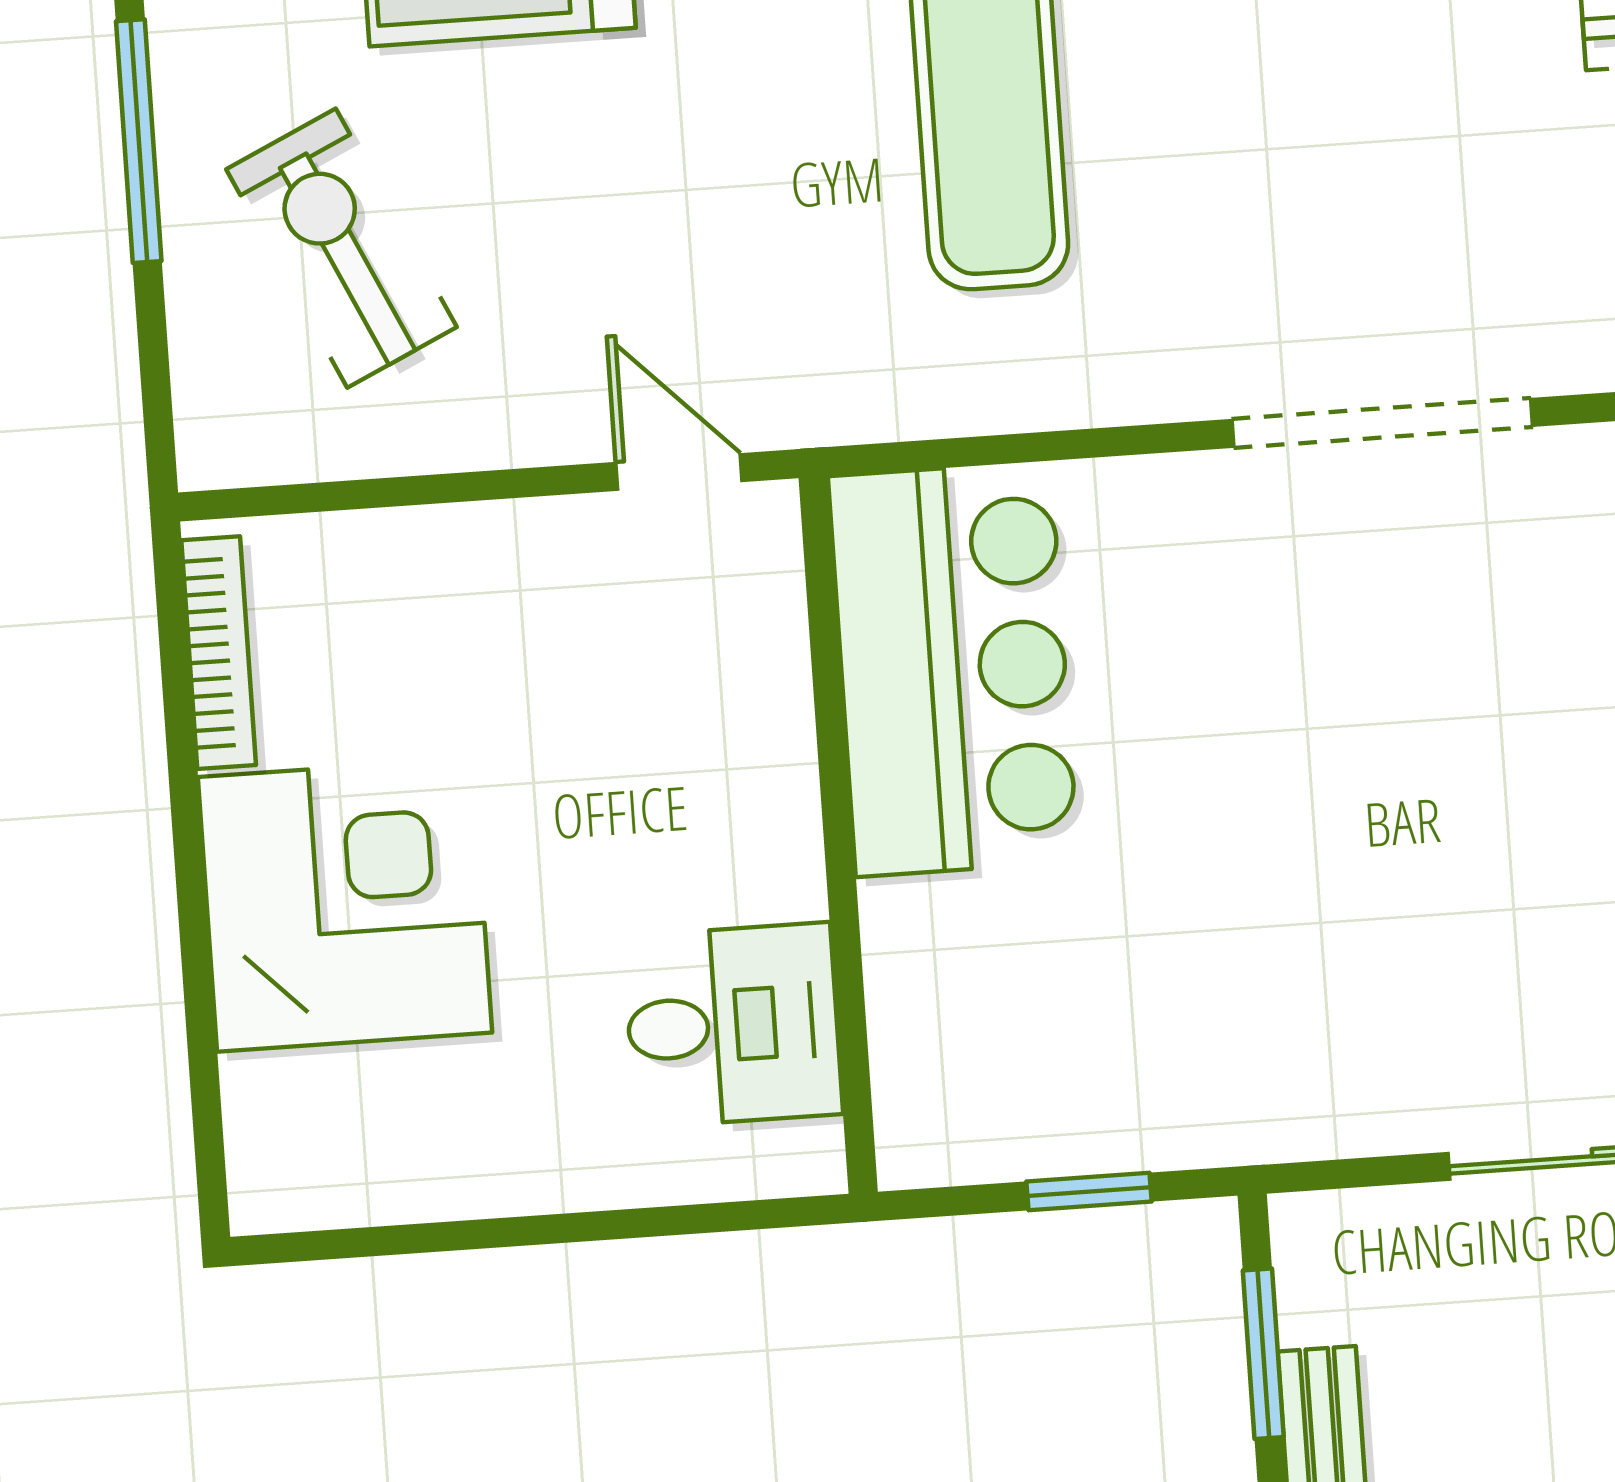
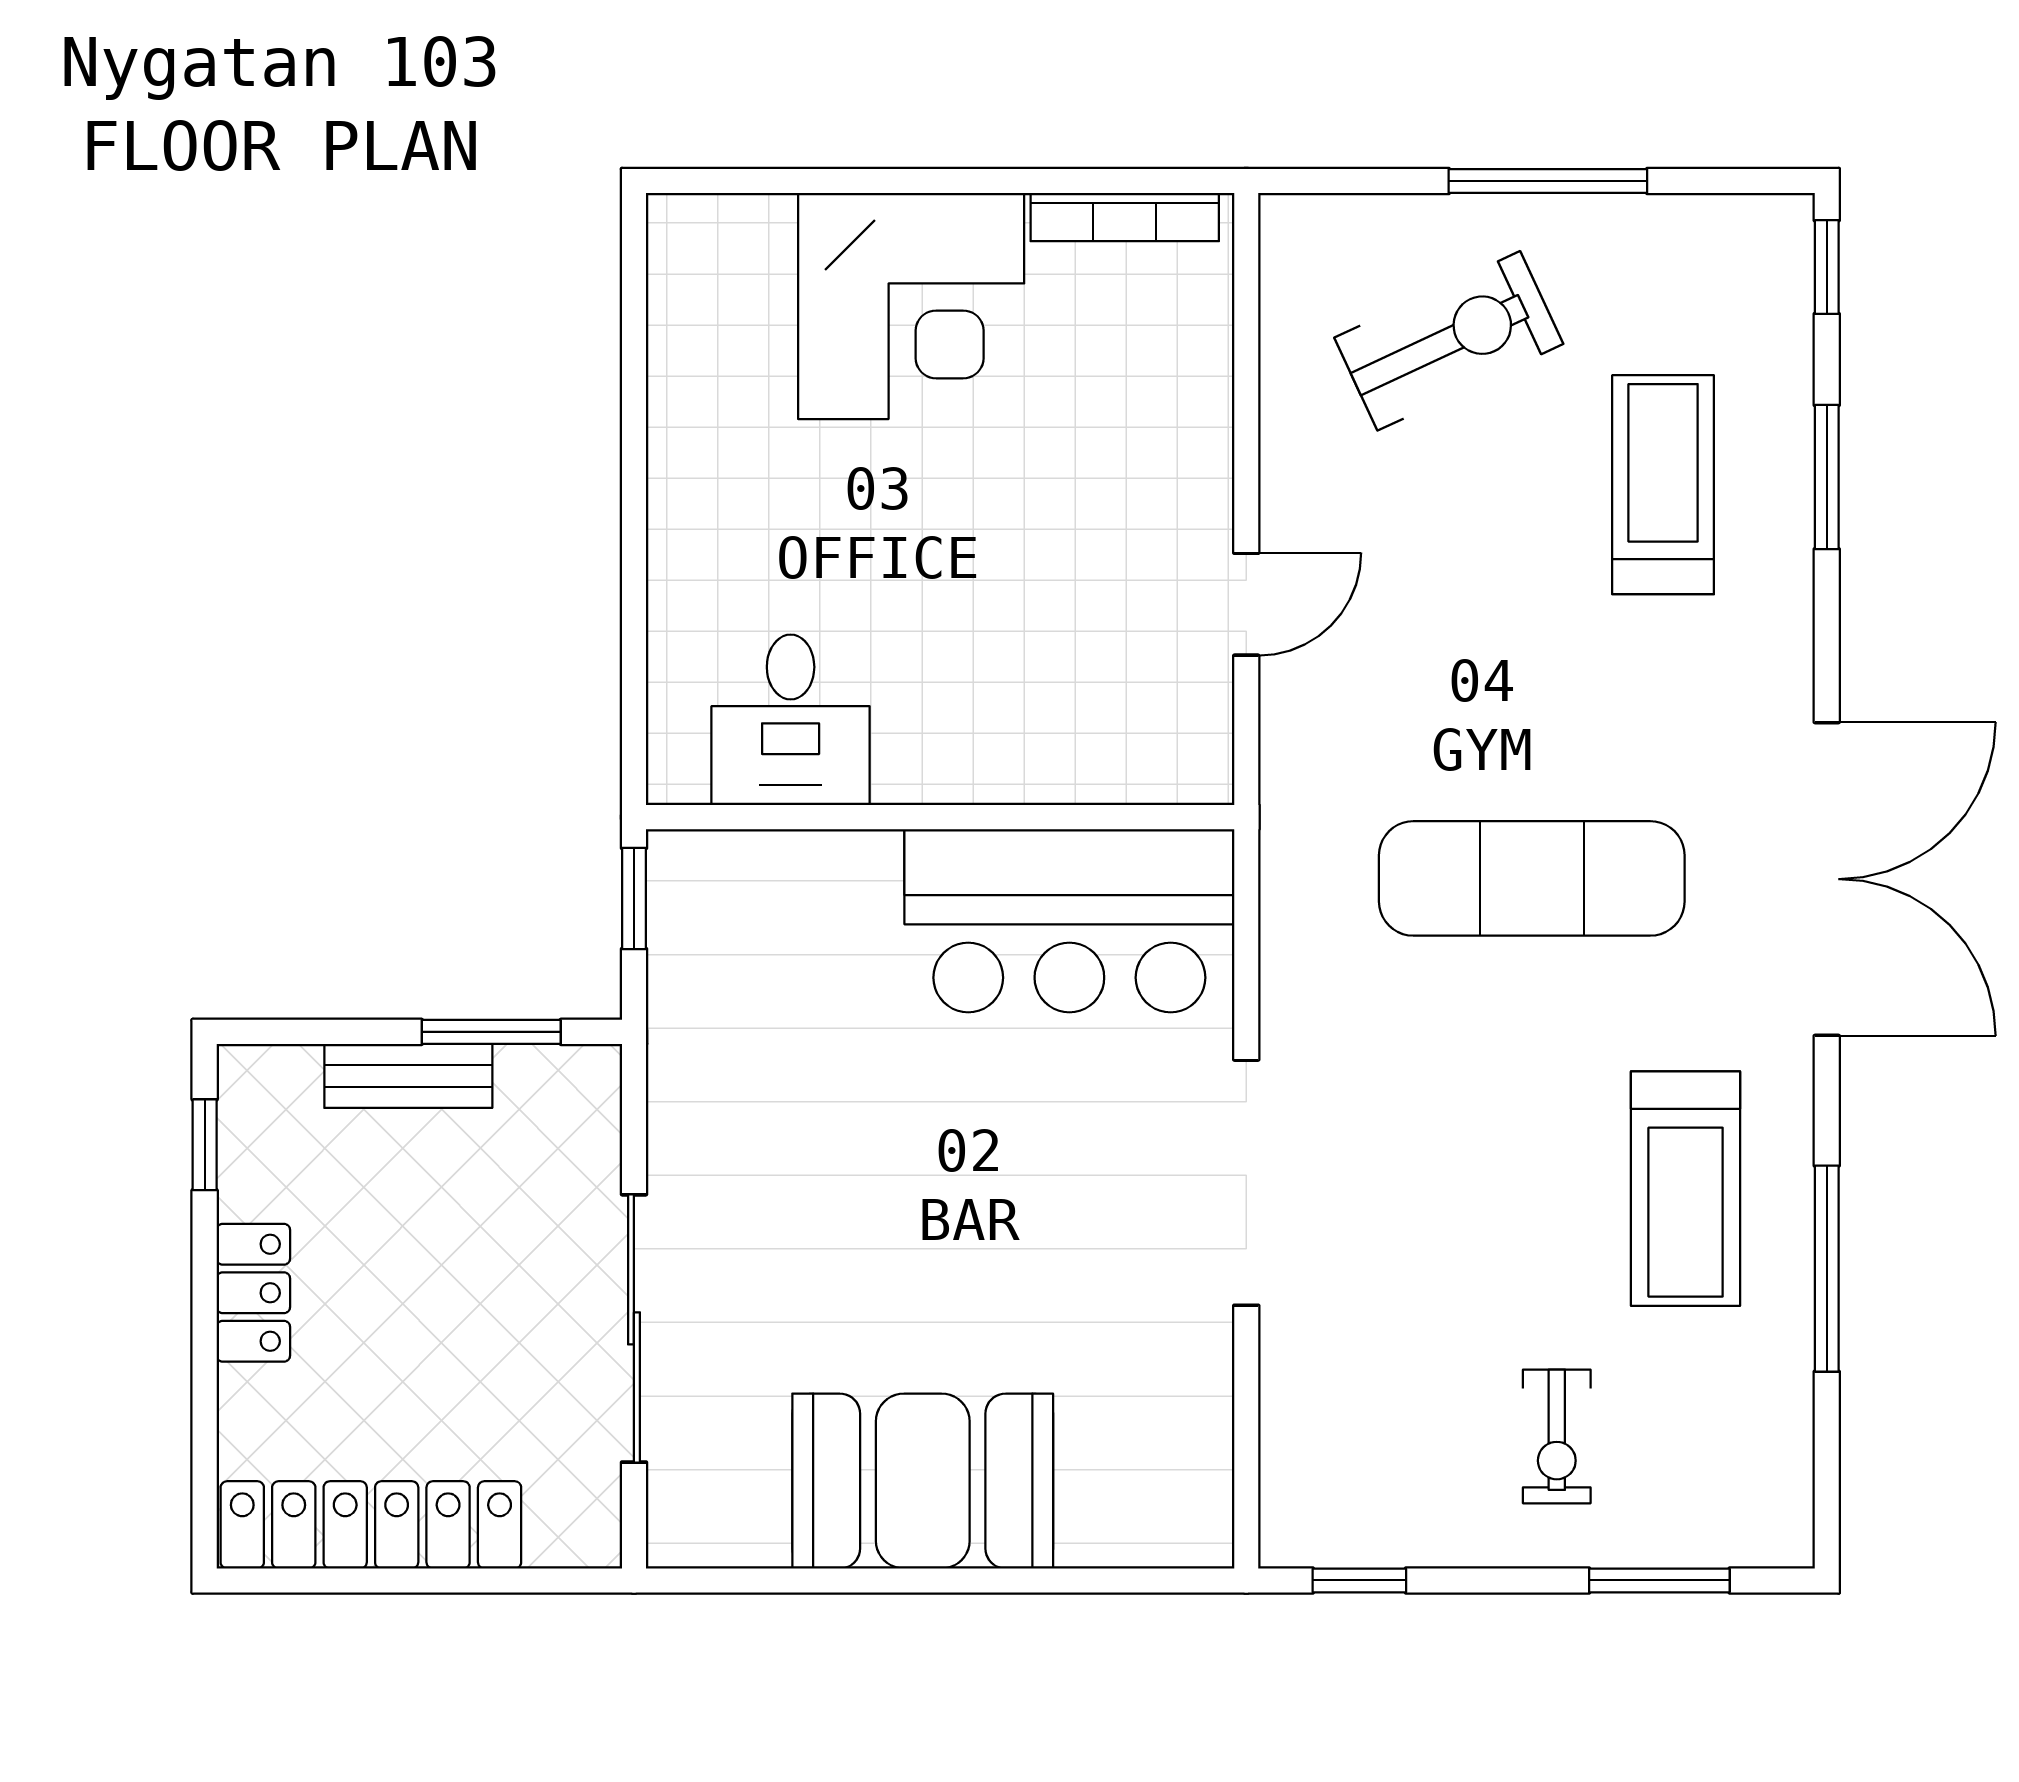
bar counter: (953, 669) -> (1069, 921), moved
wall: (838, 835) -> (940, 817), moved
desk: (733, 1025) -> (791, 720), moved

